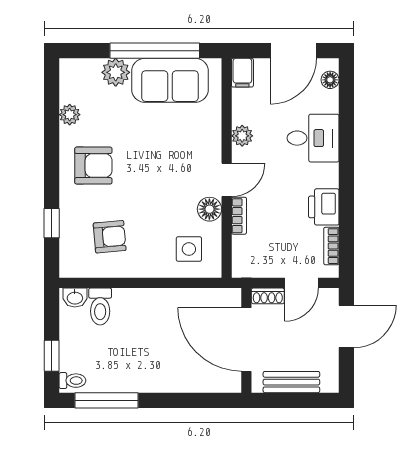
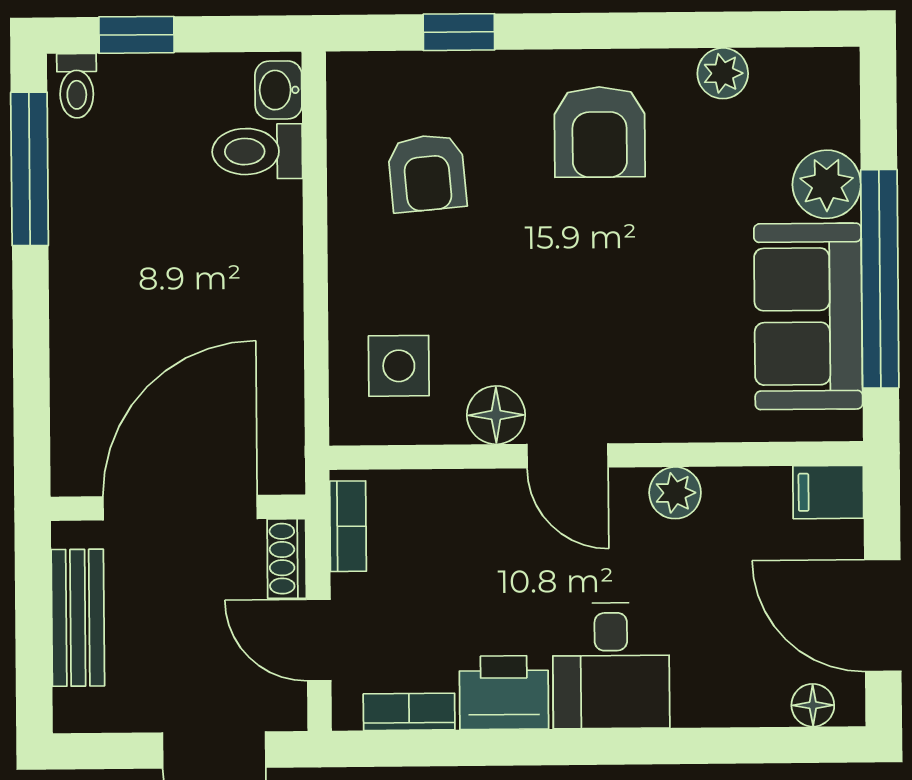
desk: (313, 138) -> (611, 666), moved
bookcase: (239, 216) -> (348, 526), moved, turned -90

